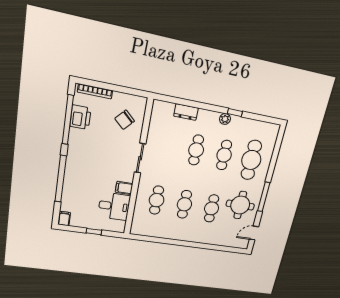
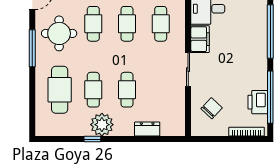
plant: (225, 119) -> (102, 125), width x1.88, depth x1.88
filing cabinet: (124, 188) -> (200, 39), width x2.00

